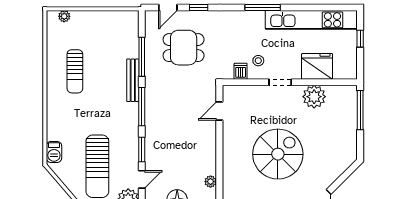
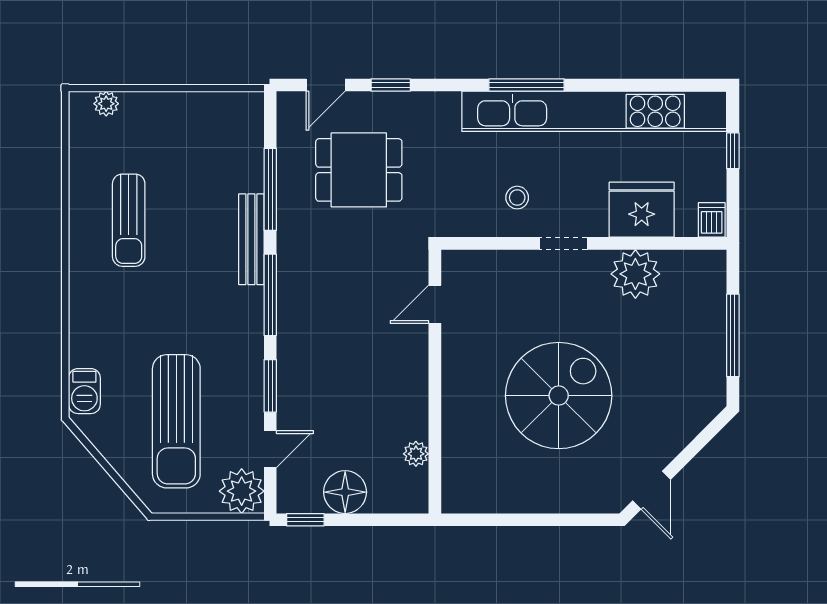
kitchen unit: (311, 20) -> (594, 111), width x1.36
dishwasher: (241, 71) -> (712, 220), moved
window: (360, 110) -> (733, 335), moved

